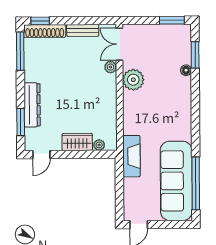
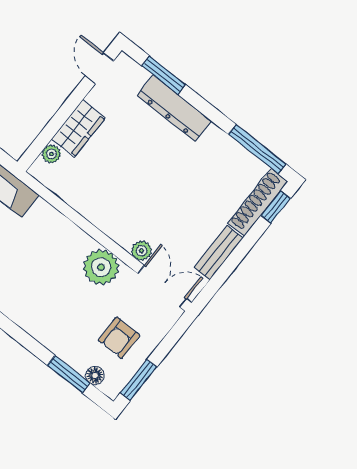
armchair: (159, 45) -> (119, 338), added
floor lamp: (186, 70) -> (95, 375), moved

